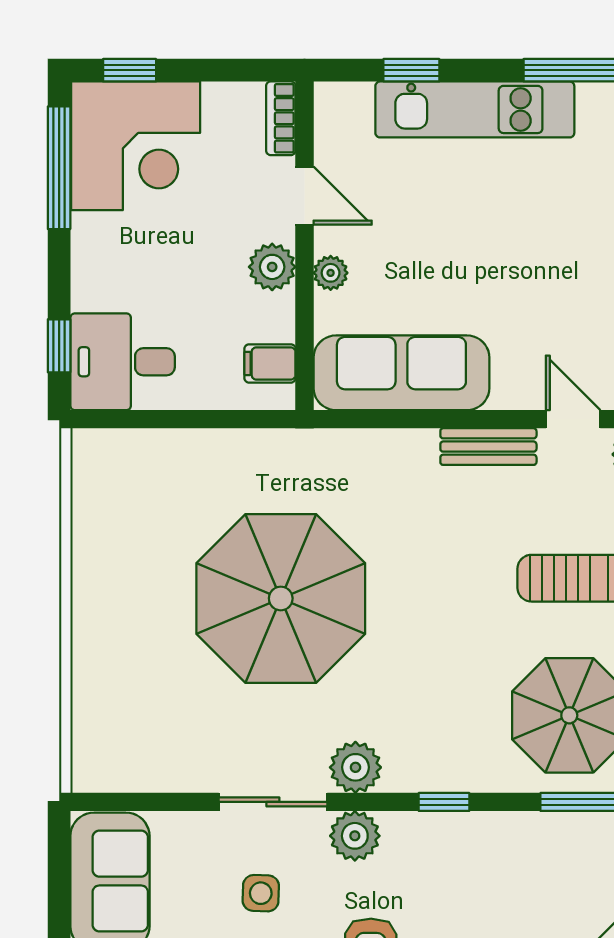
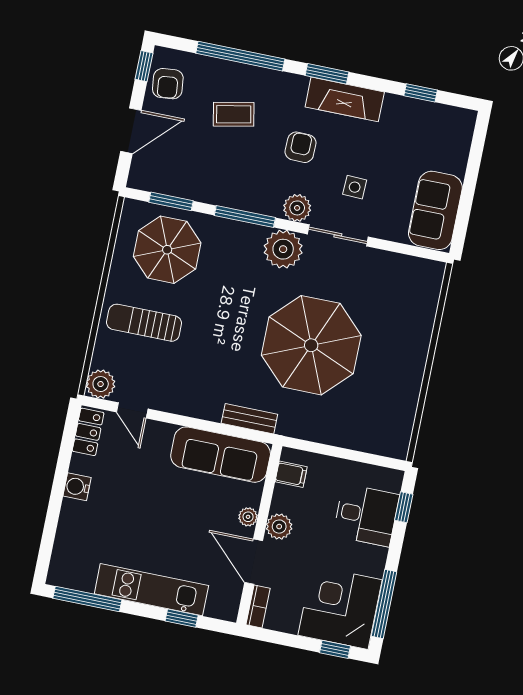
door: (305, 196) -> (254, 562), width x1.38
desk: (123, 362) -> (366, 515), moved
bench: (488, 447) -> (249, 419), moved
plant: (355, 767) -> (283, 249), width x1.36, depth x1.36
window: (444, 802) -> (245, 216), width x2.17

